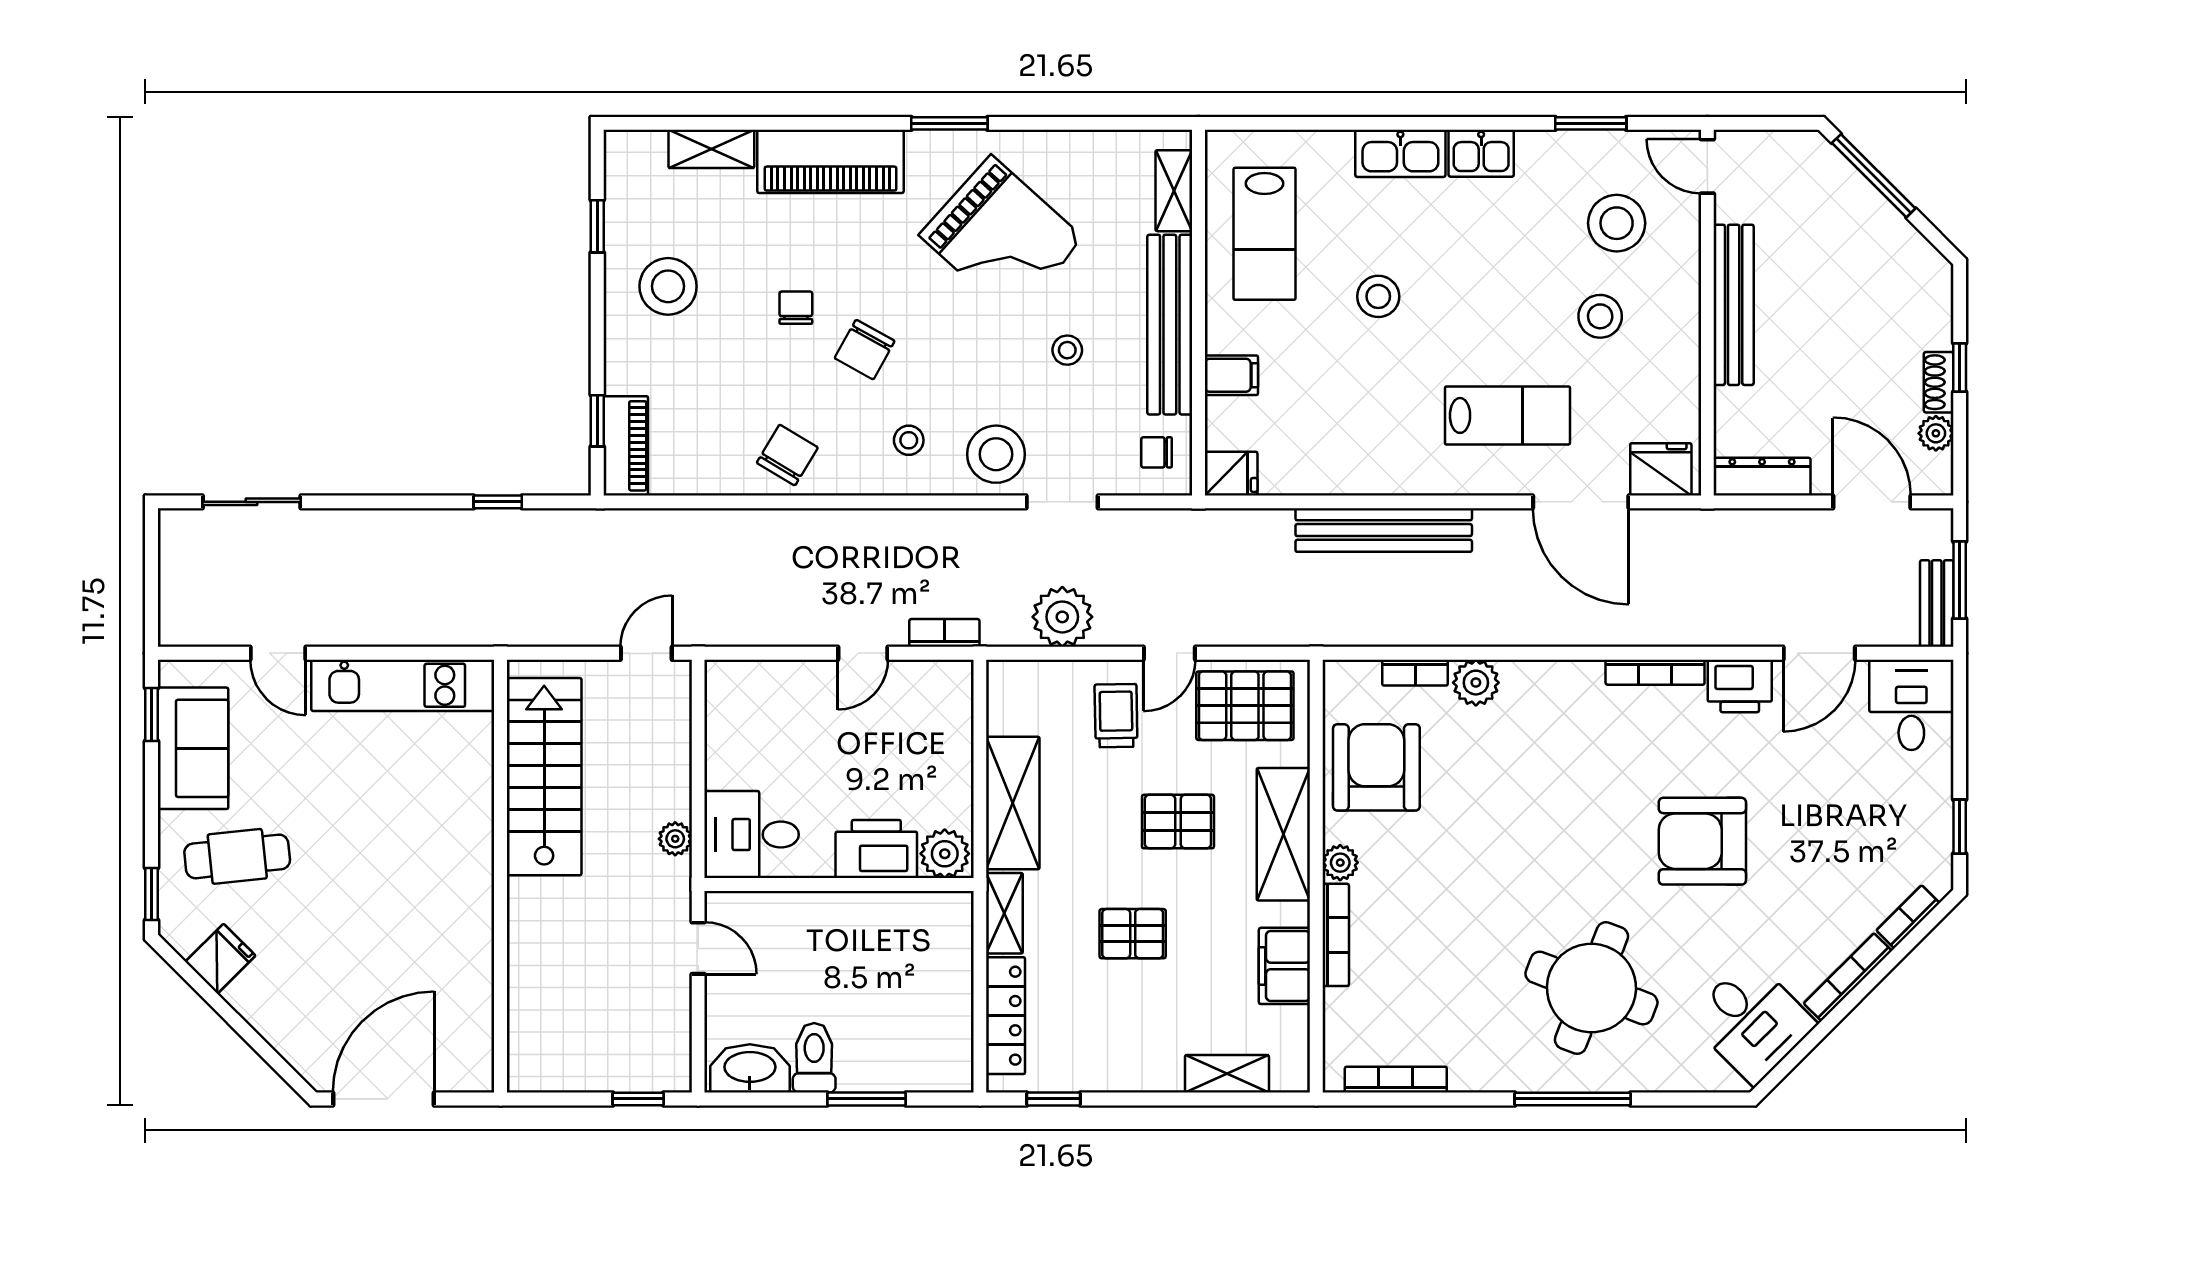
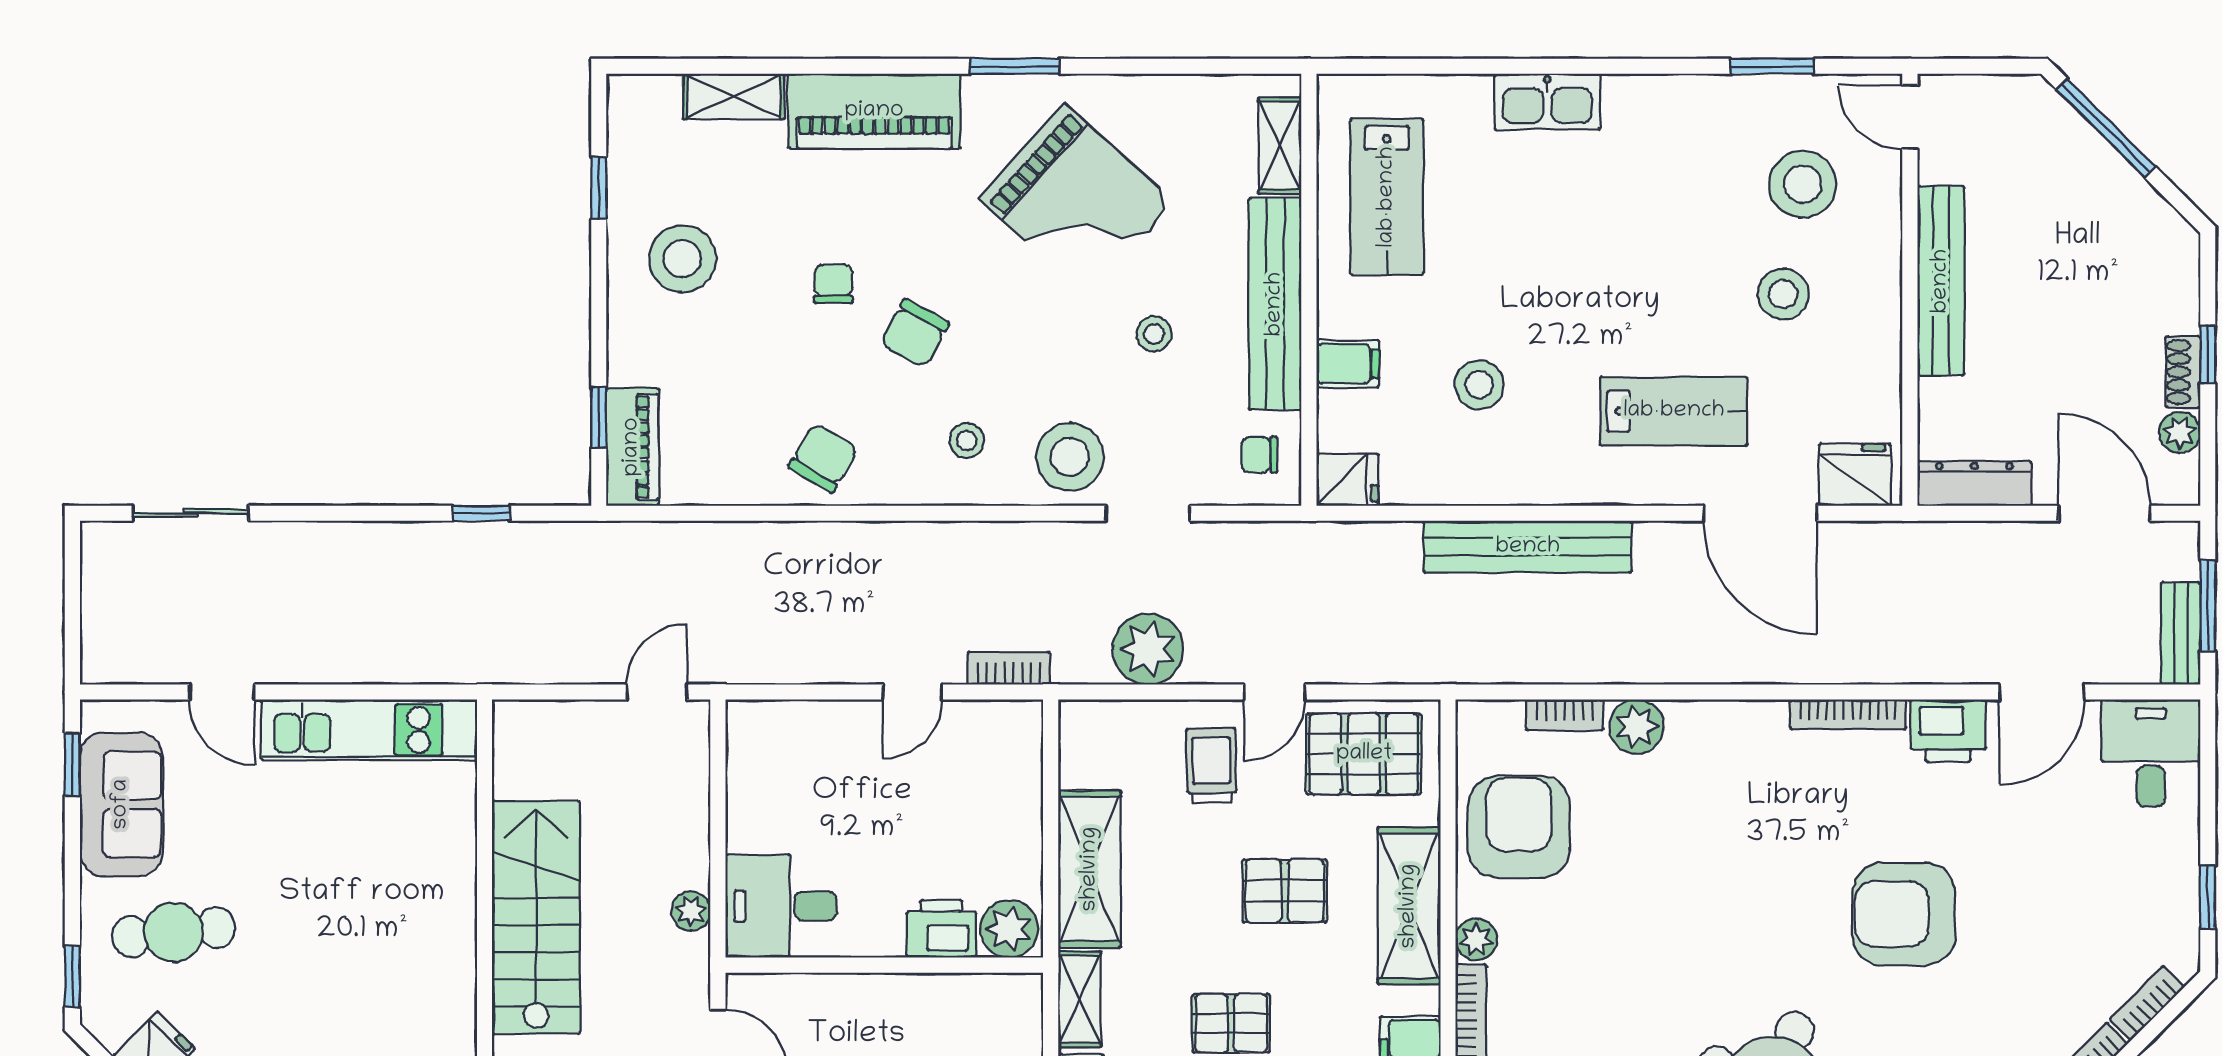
kitchen sink: (1481, 153) -> (1643, 102), removed
stool: (1378, 296) -> (1479, 385), moved
stairs: (544, 777) -> (536, 917), moved
printer: (876, 849) -> (941, 929), width x0.73, depth x0.84

